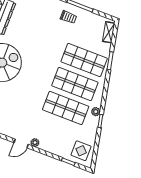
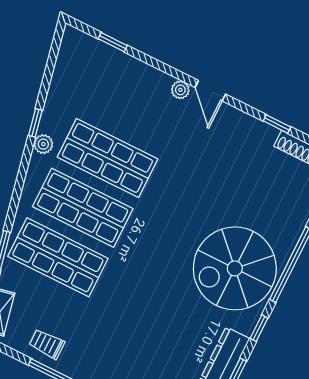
trolley: (68, 17) -> (47, 344), moved
door: (21, 144) -> (210, 91), swing flipped
display table: (81, 151) -> (83, 63), removed

